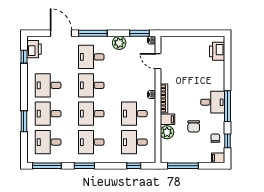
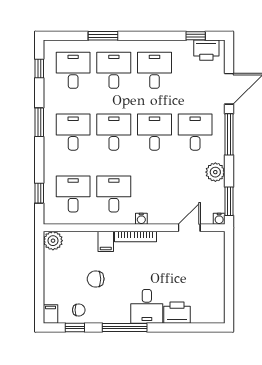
printer: (217, 51) -> (177, 313), moved
desk: (213, 102) -> (147, 306), moved
plant: (167, 132) -> (53, 241), moved
window: (47, 166) -> (39, 68), width x0.46
window: (183, 166) -> (39, 263), removed

